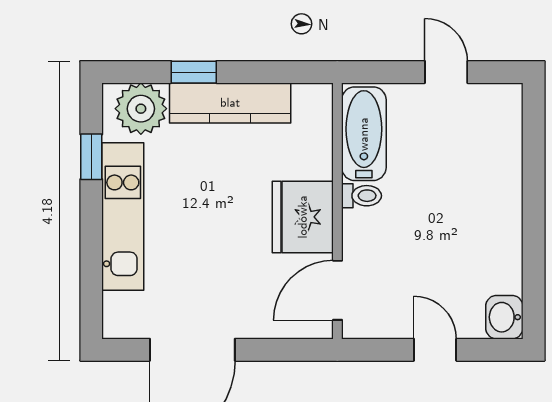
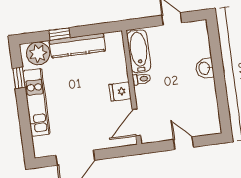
fridge: (303, 217) -> (120, 92), width x0.53, depth x0.75
washbasin: (504, 317) -> (205, 68), moved

